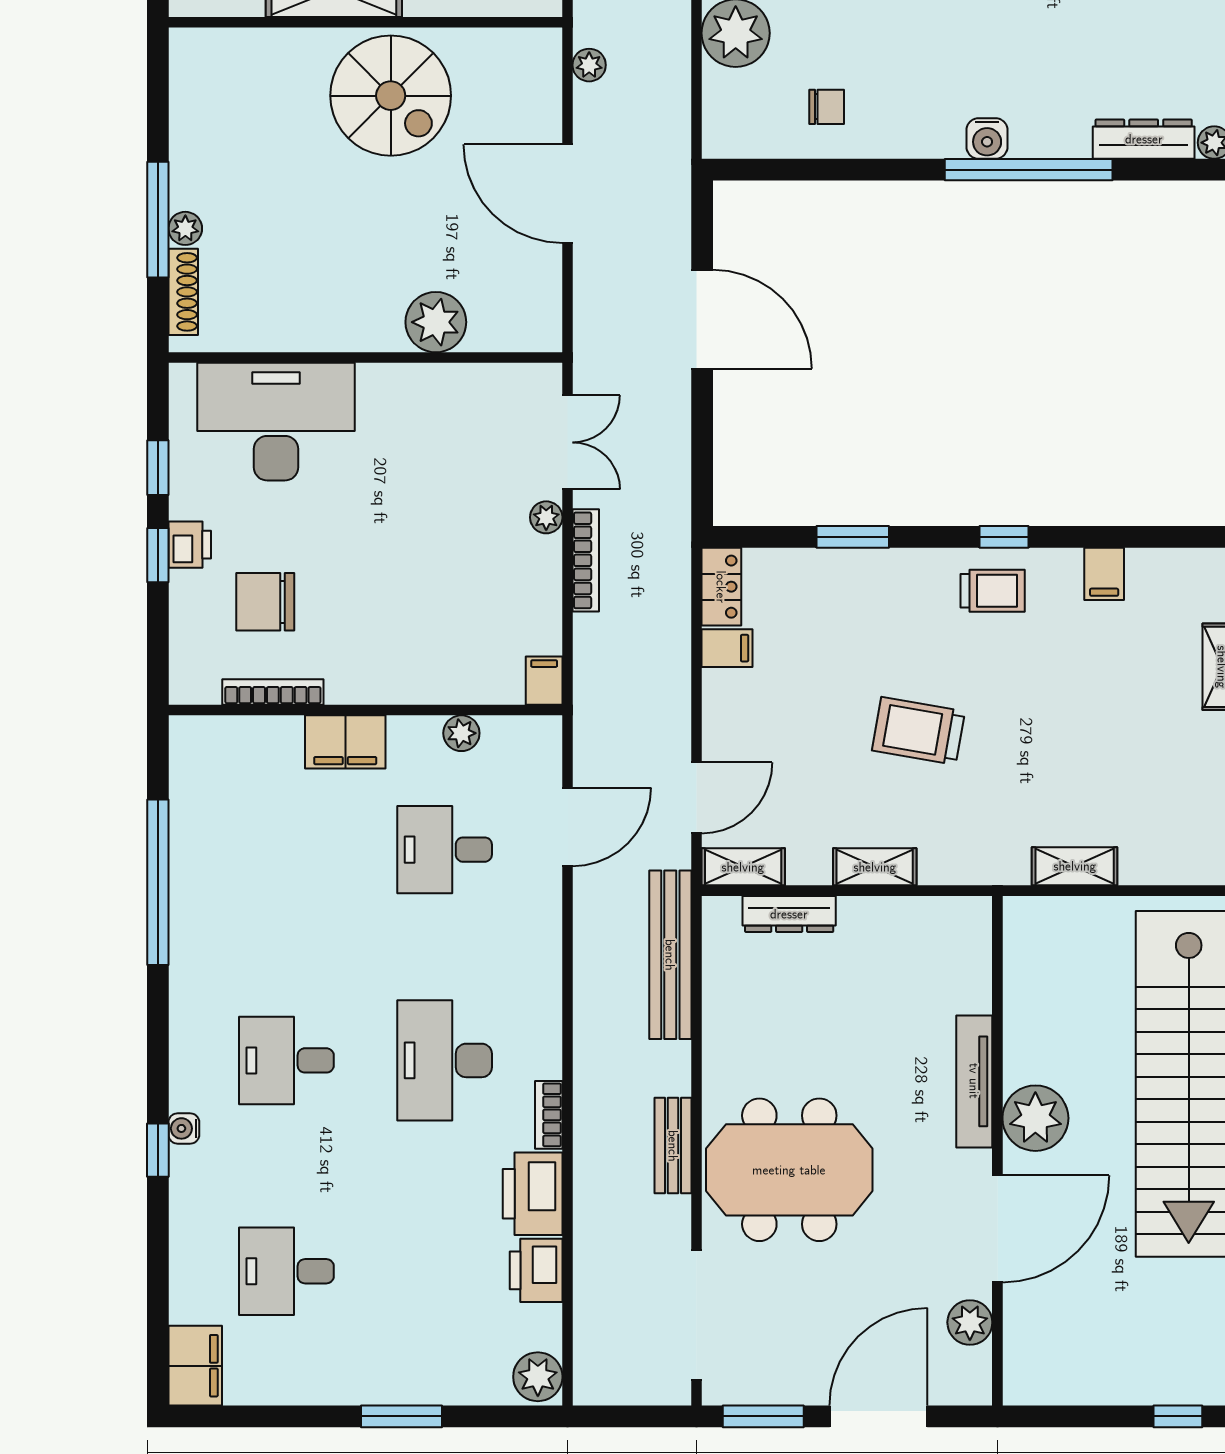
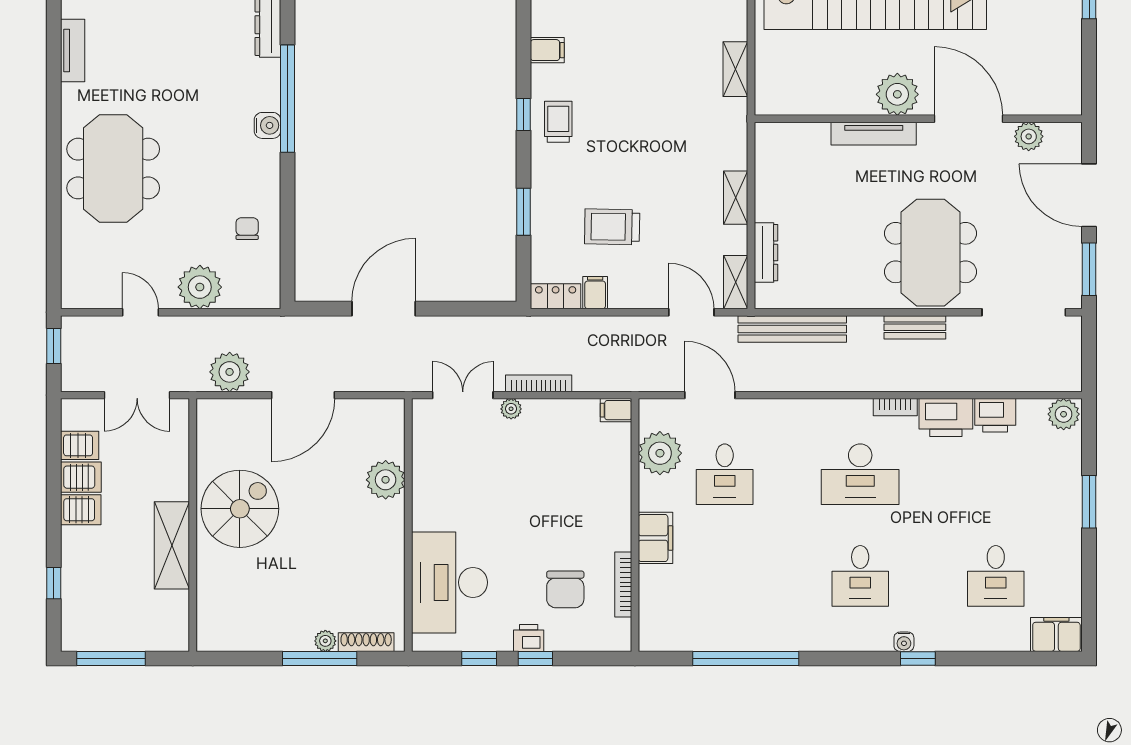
plant: (589, 65) -> (230, 372), width x1.88, depth x1.88
trolley: (918, 731) -> (612, 227), moved, turned 81
plant: (461, 733) -> (660, 453), width x1.88, depth x1.88

